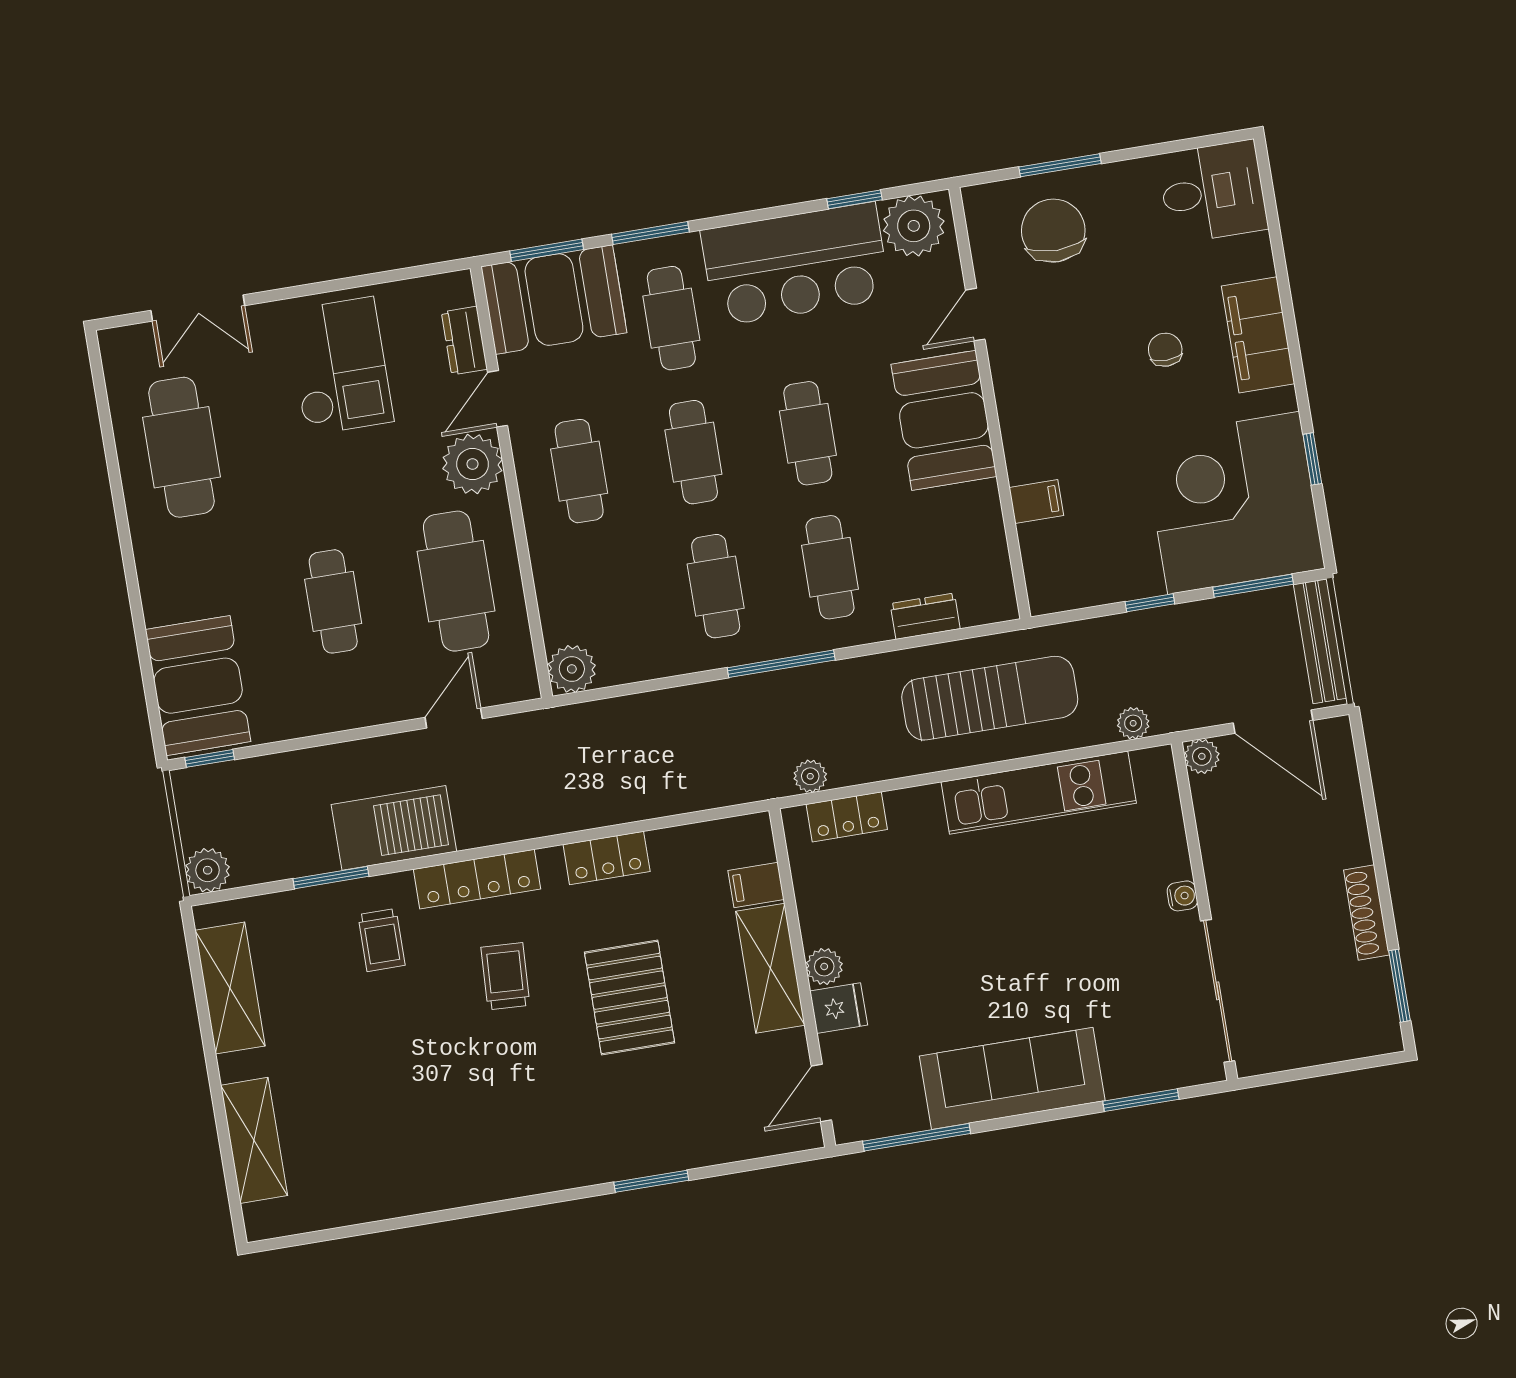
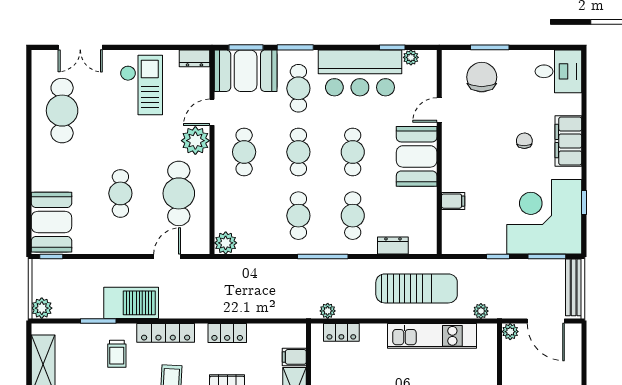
plant: (914, 226) -> (411, 57), width x0.53, depth x0.53
dresser: (464, 341) -> (194, 58), moved, turned -90

